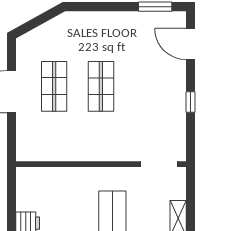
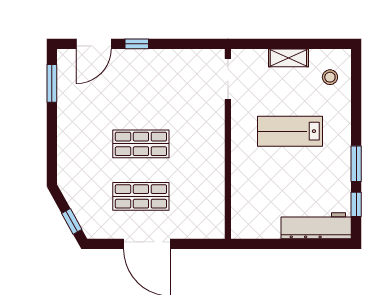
window: (32, 24) -> (72, 221), added
window: (190, 102) -> (137, 44), moved

